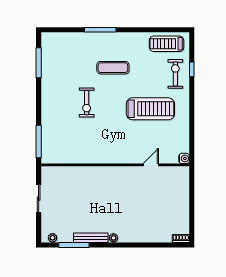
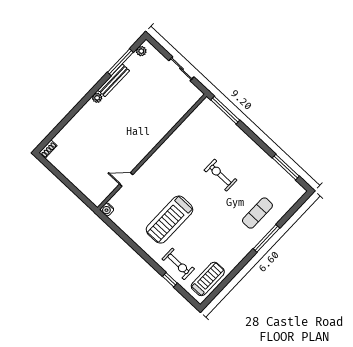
exercise mat: (113, 68) -> (257, 213), moved
door: (151, 165) -> (126, 179), swing flipped

